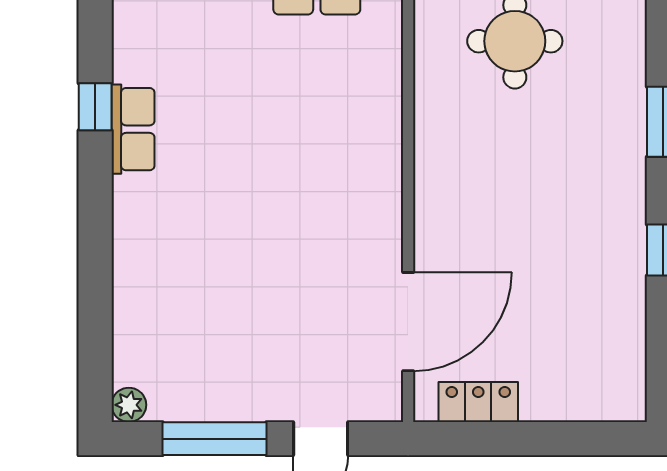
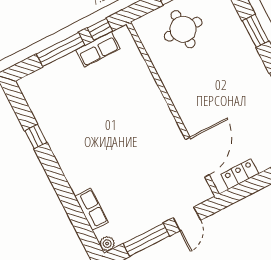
row of seats: (133, 129) -> (91, 209), moved

